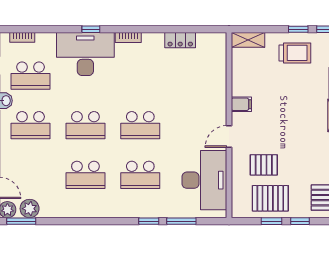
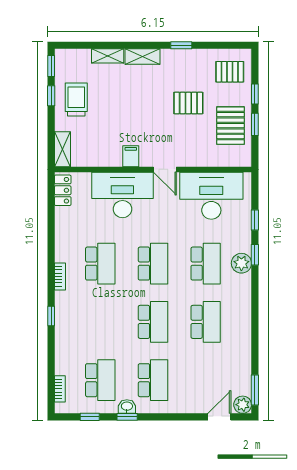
locker: (180, 40) -> (63, 190), moved
desk: (85, 54) -> (122, 195), moved, turned 90
school desk: (140, 76) -> (100, 264), added
pallet: (264, 165) -> (188, 103), moved, turned 90
plant: (30, 209) -> (241, 263), moved
window: (181, 221) -> (255, 220), width x0.67

